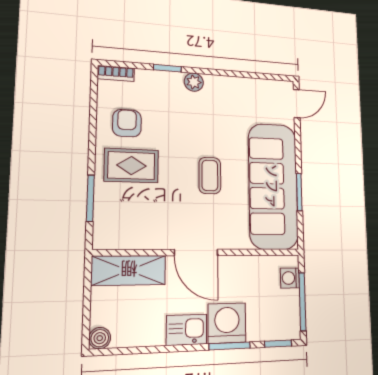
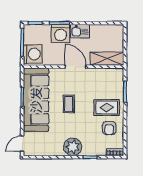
plant: (194, 82) -> (73, 147), width x1.88, depth x1.88
washing machine: (290, 278) -> (33, 54), width x1.89, depth x1.89
boiler: (100, 338) -> (119, 29), removed

